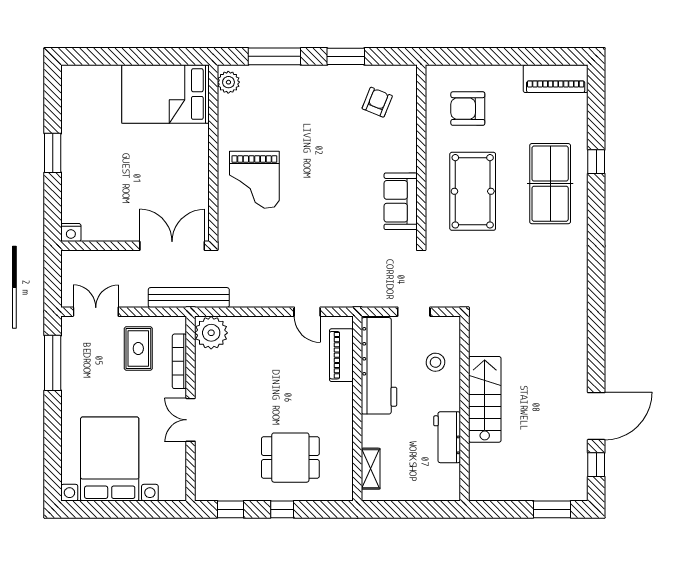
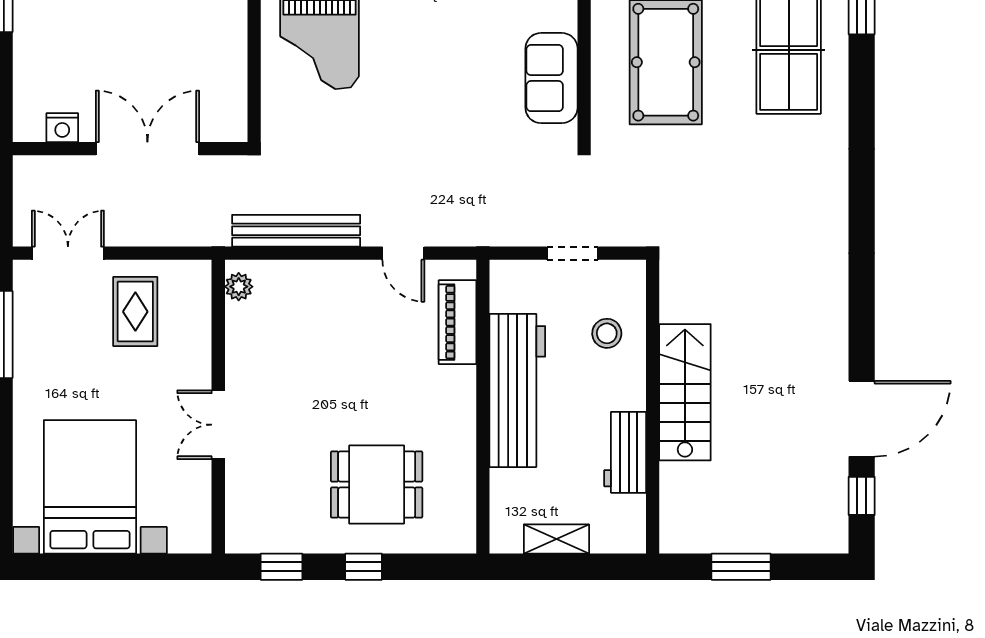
nightstand: (71, 233) -> (62, 128), moved
double door: (172, 246) -> (147, 149), moved
bench: (189, 298) -> (296, 231), moved
plant: (211, 333) -> (239, 287), width x0.53, depth x0.53
bookcase: (179, 361) -> (201, 332), removed
workbench: (379, 366) -> (517, 390), moved
shelving: (371, 469) -> (556, 539), moved, turned 90
window: (552, 509) -> (741, 567), moved

